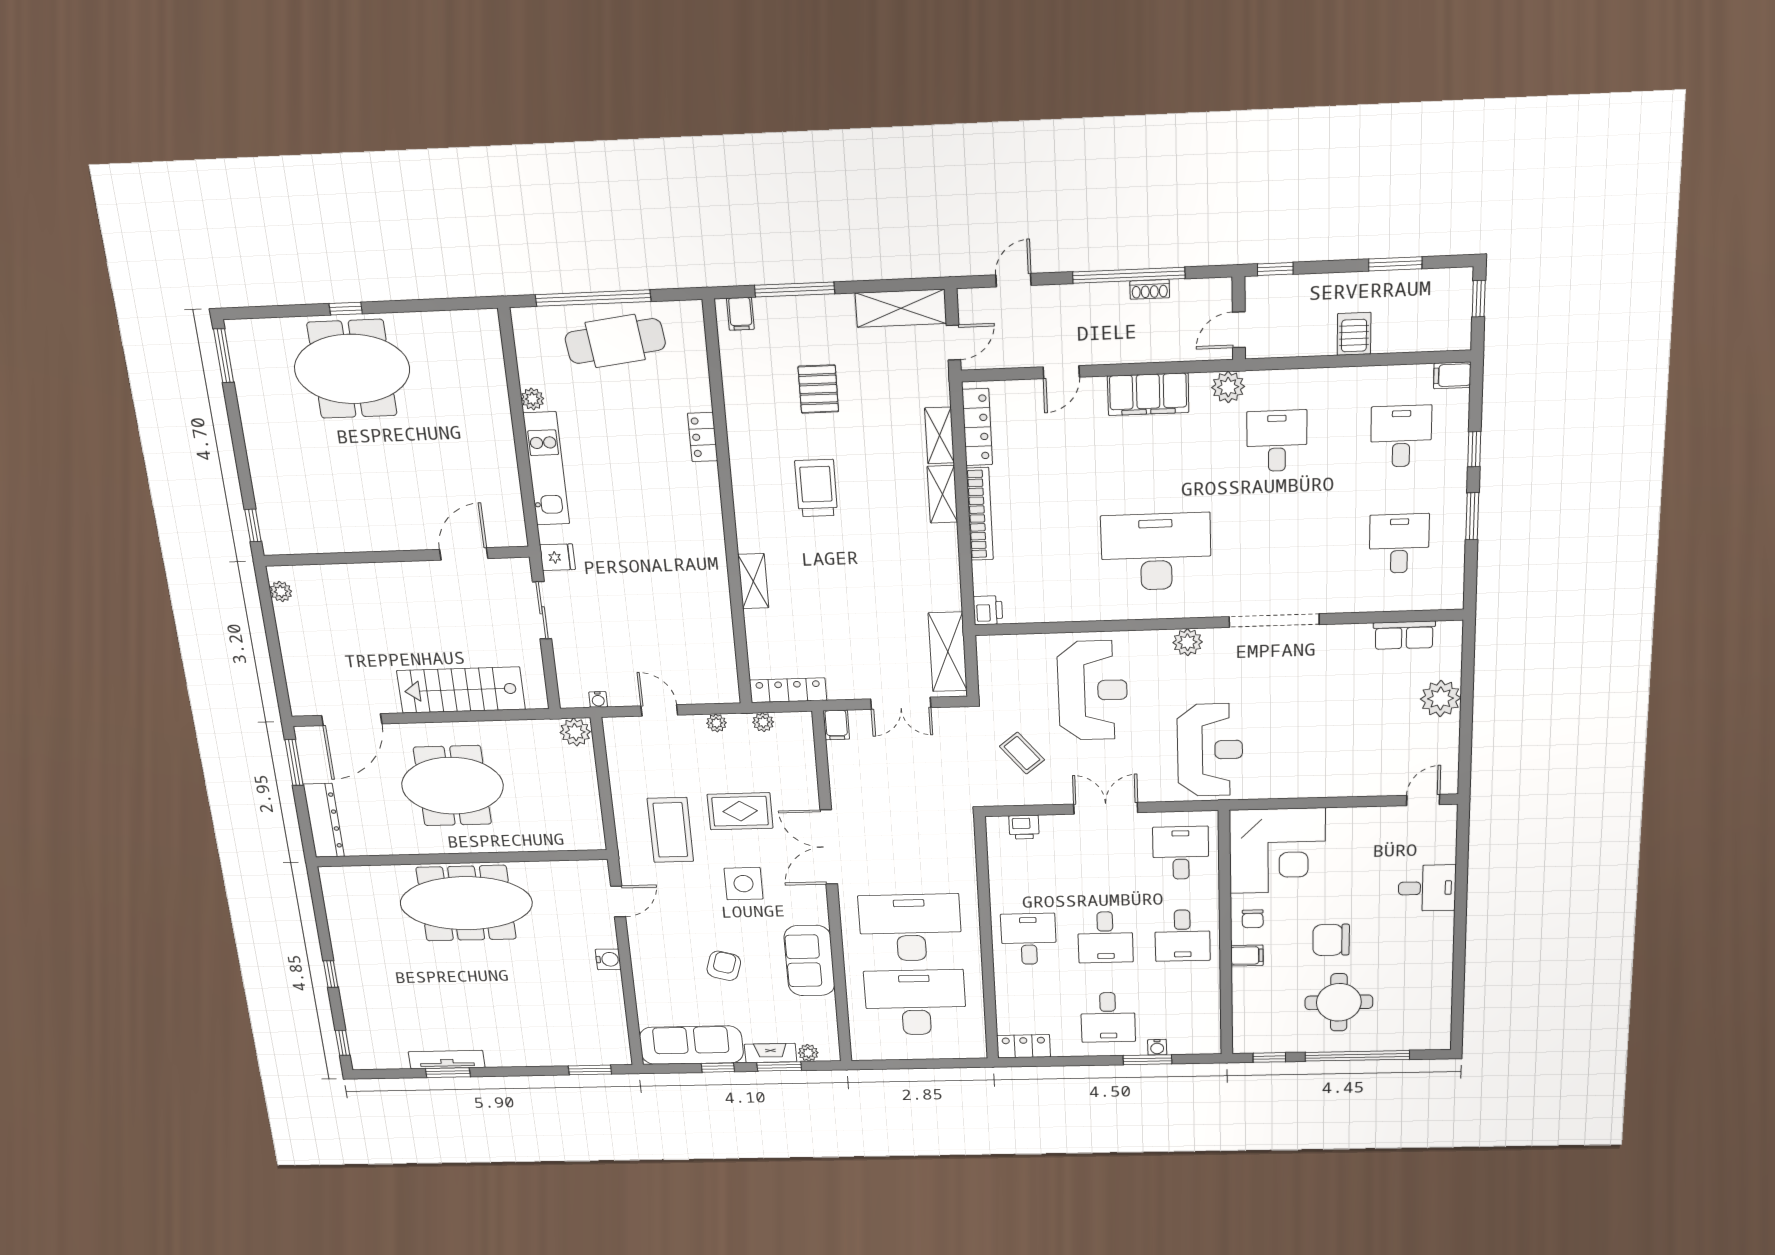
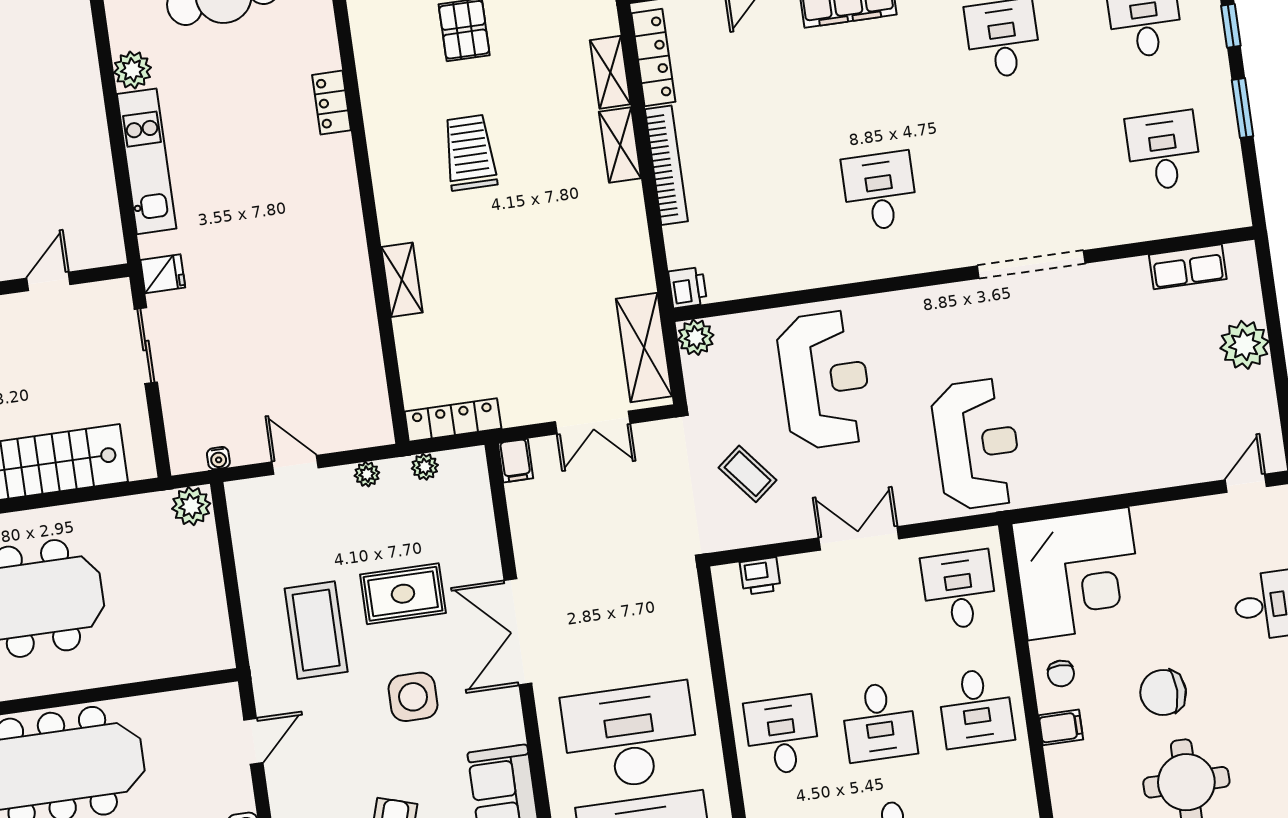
plant: (532, 399) -> (133, 70), width x1.38, depth x1.38
desk: (1156, 552) -> (880, 191), width x0.53, depth x0.77
door: (464, 554) -> (48, 281), width x0.73
plant: (1188, 642) -> (696, 337), moved

